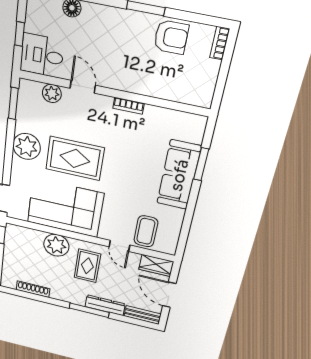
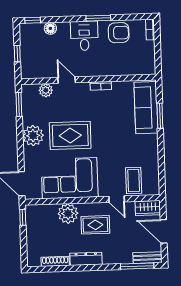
desk: (42, 55) -> (84, 36), moved, turned 90
sofa: (179, 175) -> (146, 108), moved
rug: (87, 266) -> (95, 225), turned 90
dresser: (105, 305) -> (86, 259), moved
window: (89, 310) -> (137, 266), moved

